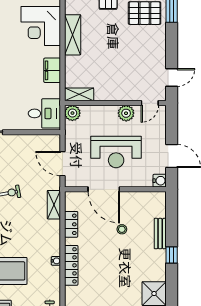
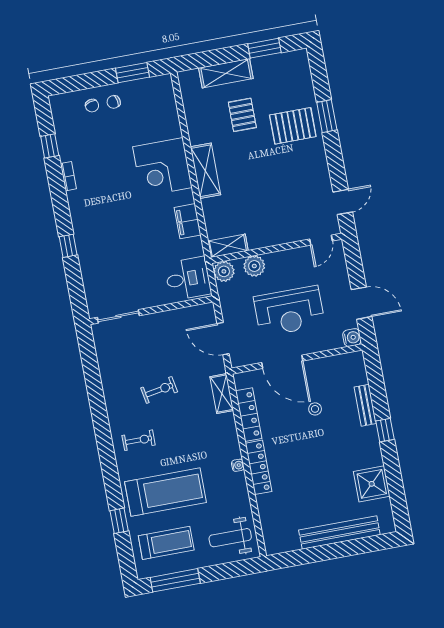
plant: (126, 113) -> (254, 266), moved
locker: (71, 224) -> (249, 415), width x1.53

